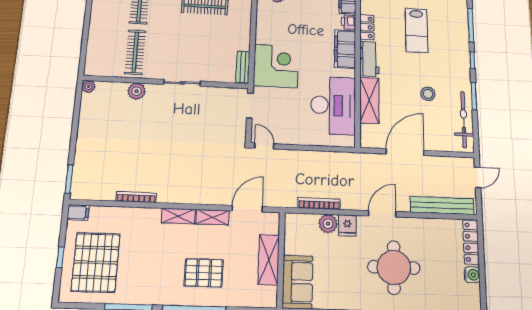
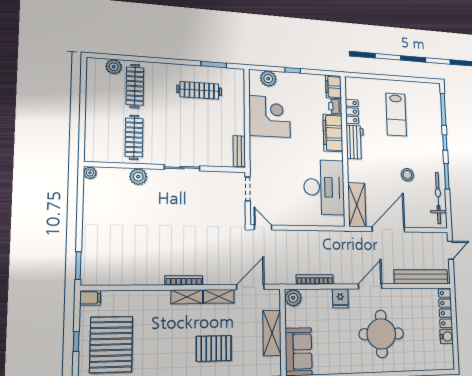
corner desk: (276, 66) -> (270, 117), moved
shelving: (369, 100) -> (357, 205), moved
bookcase: (136, 197) -> (184, 280), moved
plant: (328, 224) -> (293, 298), moved

